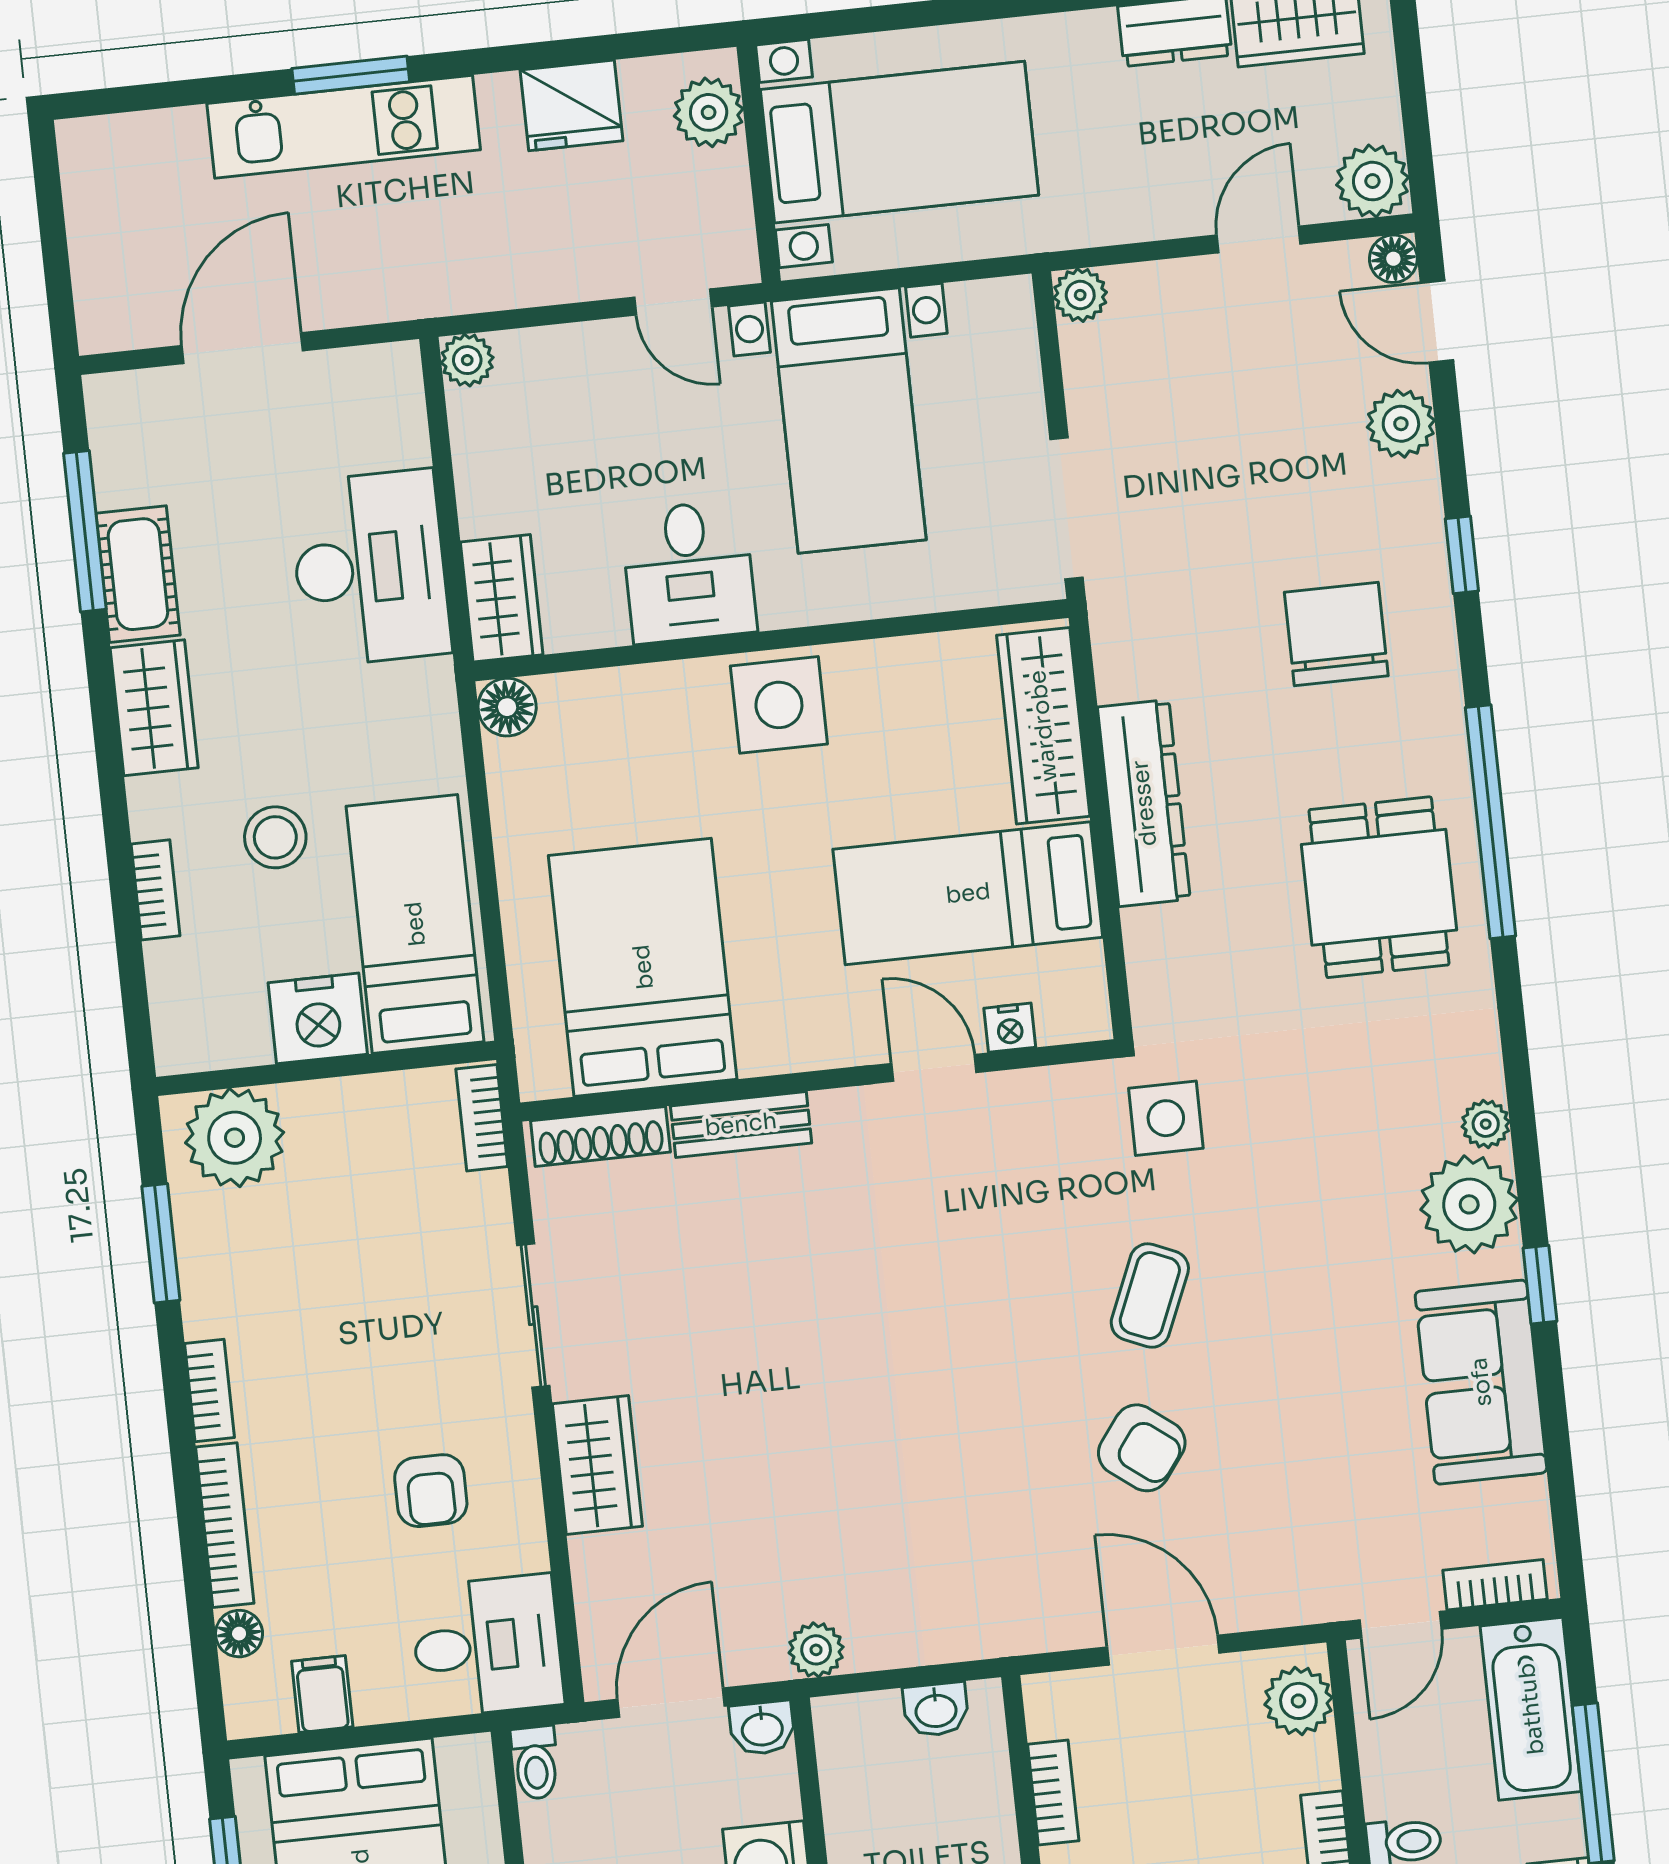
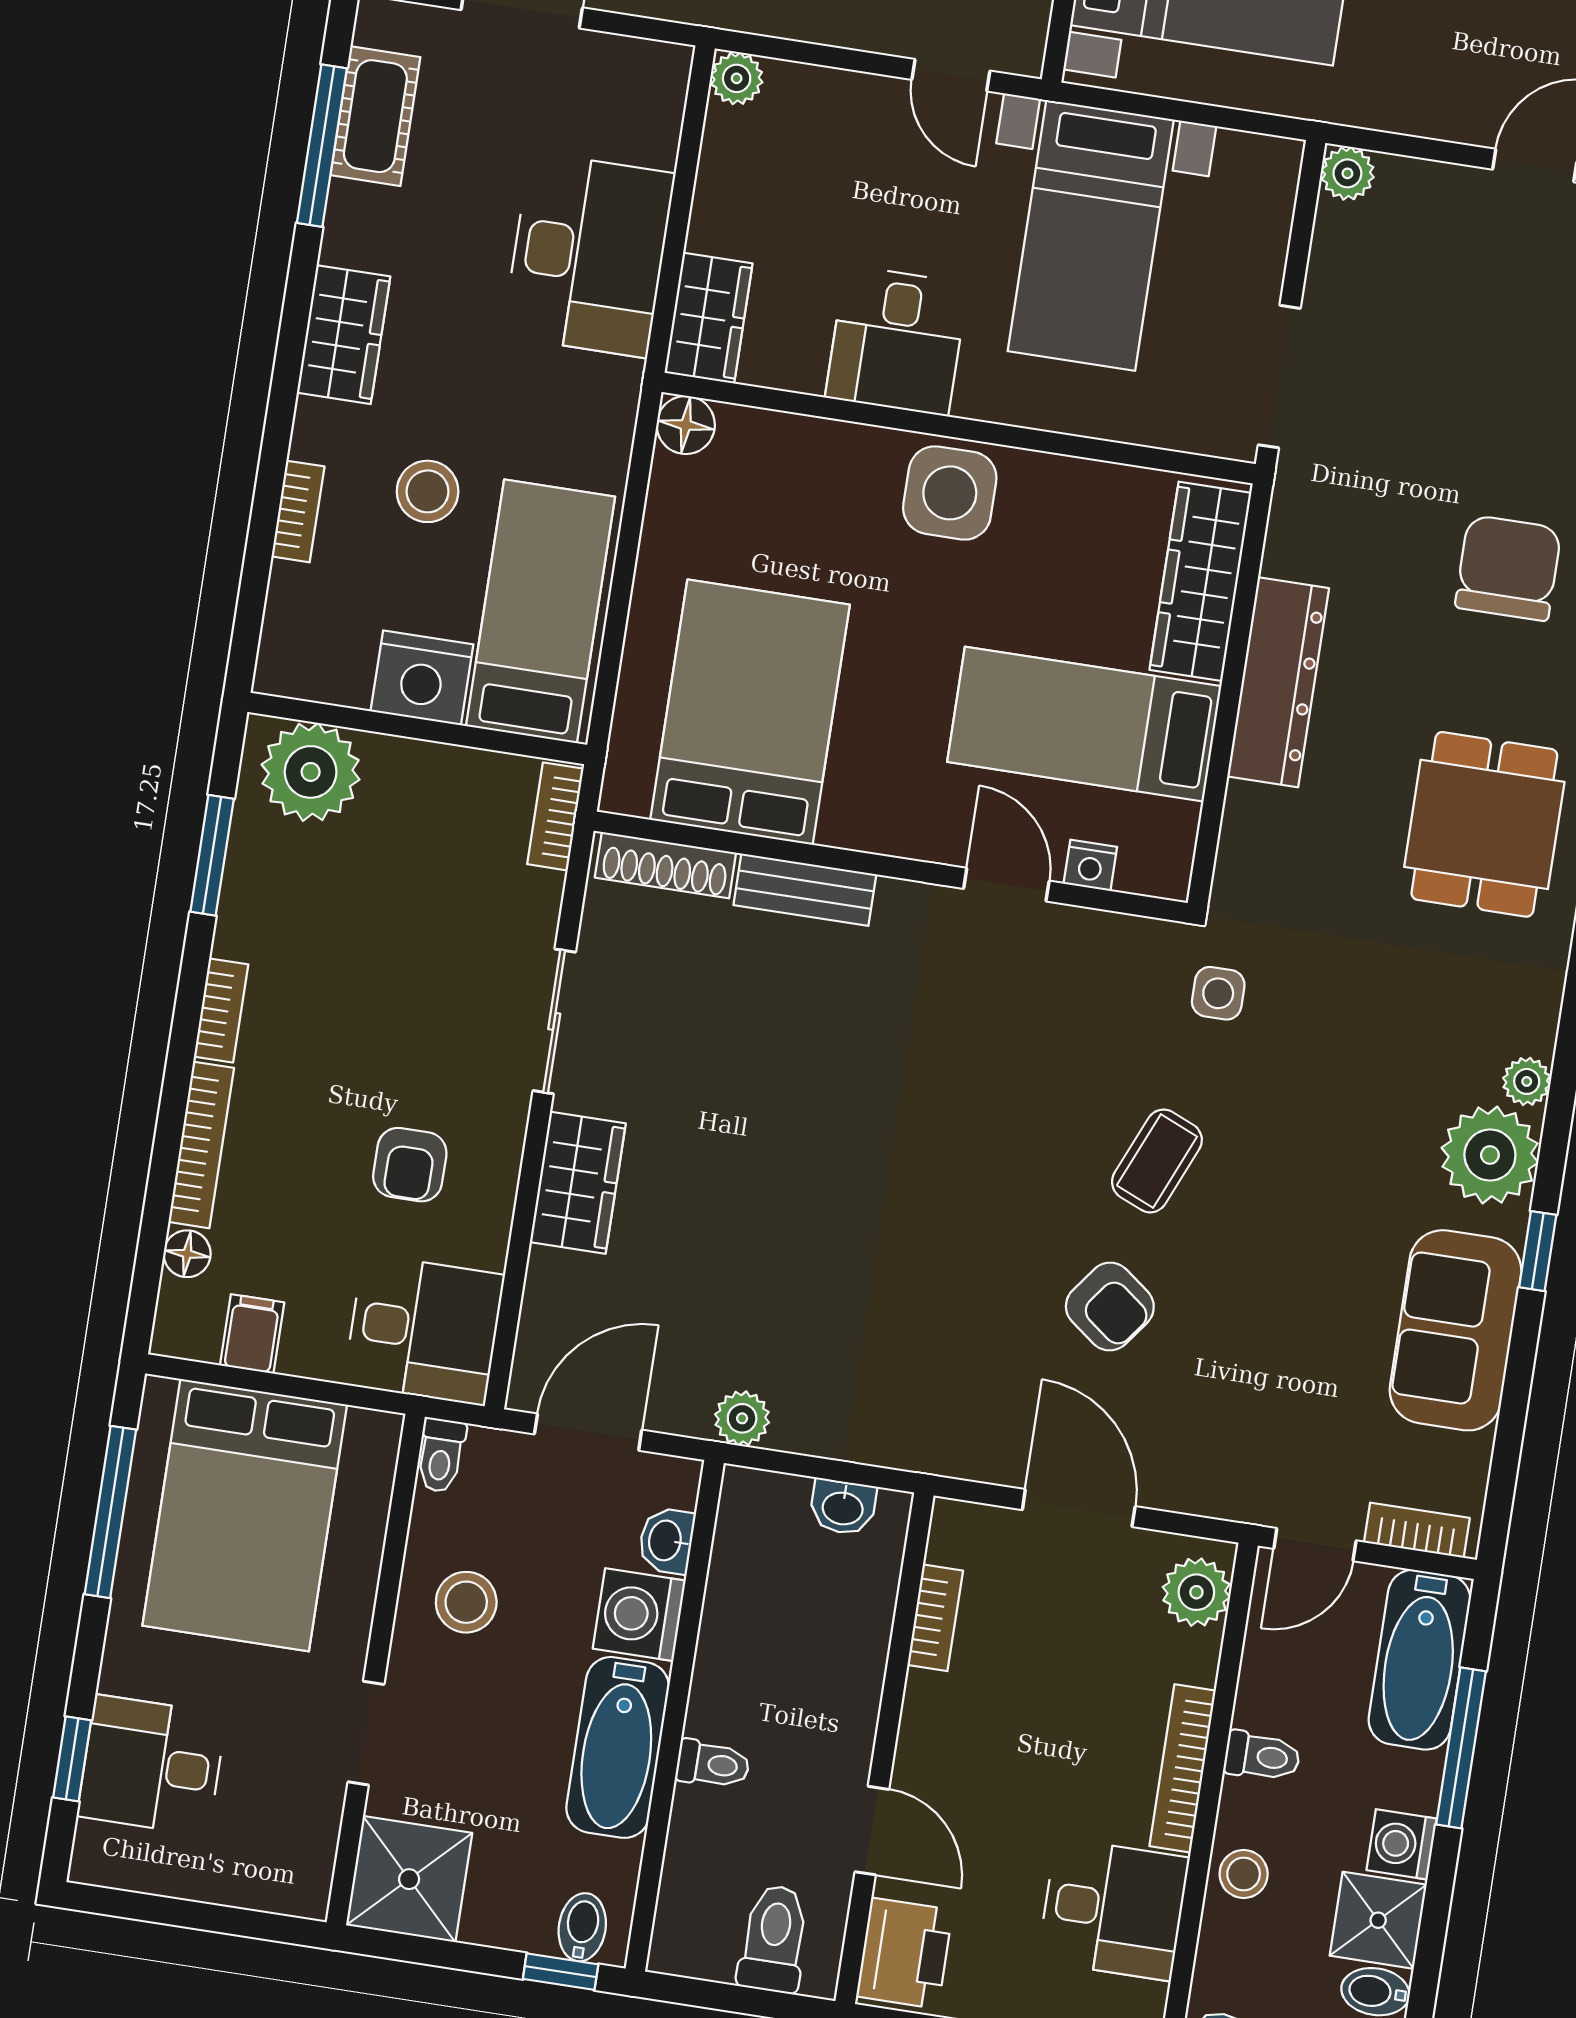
cot: (138, 574) -> (375, 116), moved
side table: (1166, 1118) -> (1218, 993), width x0.73, depth x0.73
washbasin: (762, 1728) -> (666, 1541), moved, turned 90

